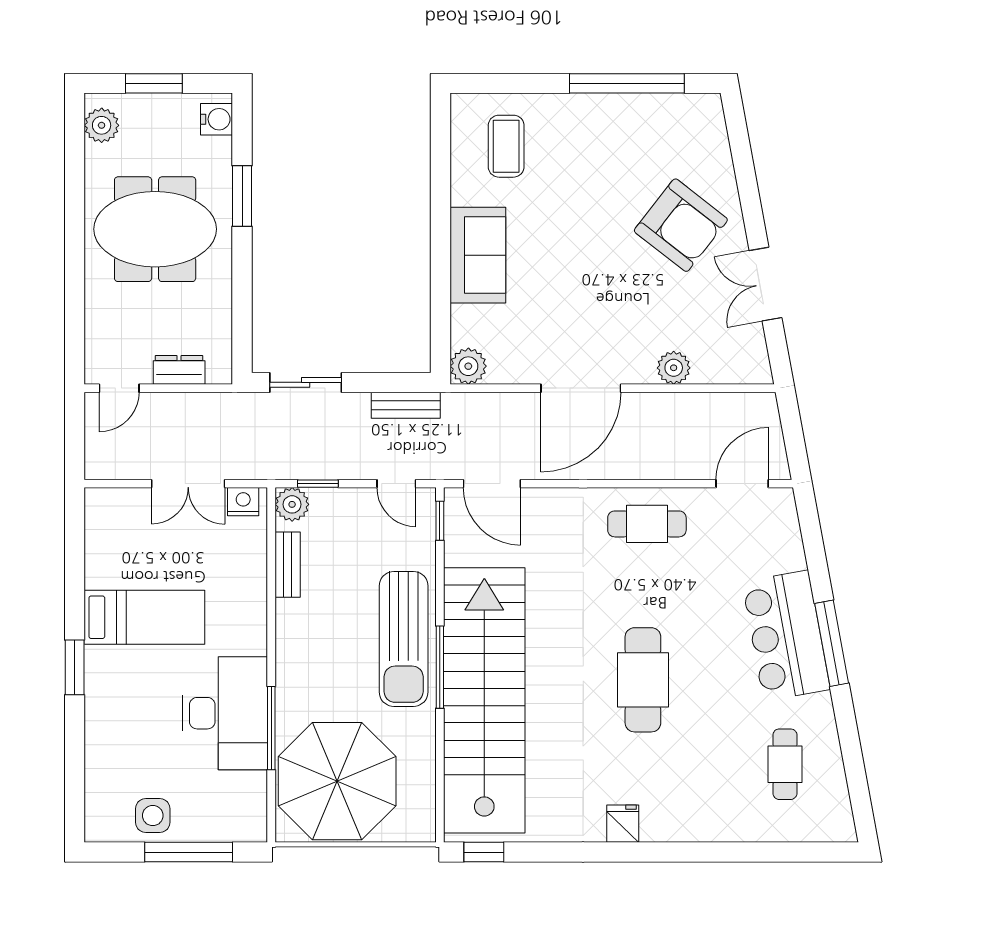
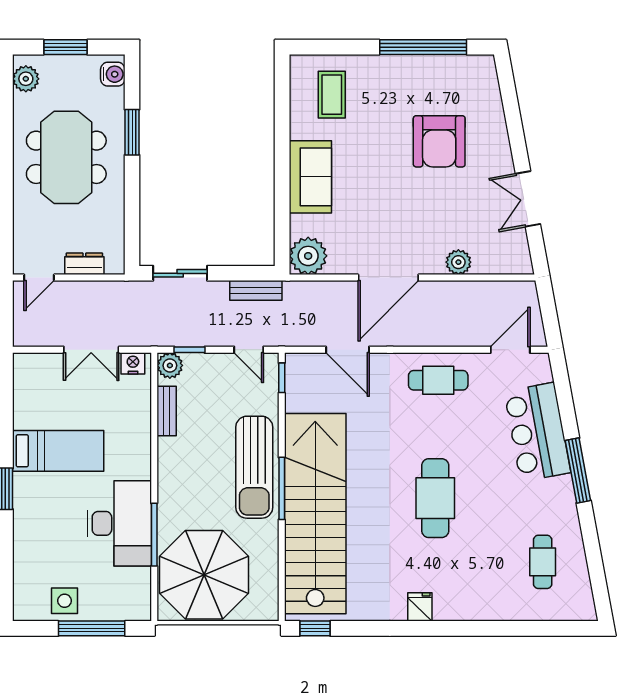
armchair: (681, 225) -> (439, 141), moved, turned 52
meeting table: (155, 229) -> (66, 157), turned 90
plant: (468, 366) -> (308, 256), width x1.36, depth x1.36
door: (492, 484) -> (348, 350), moved
bar counter: (786, 636) -> (537, 432), moved

